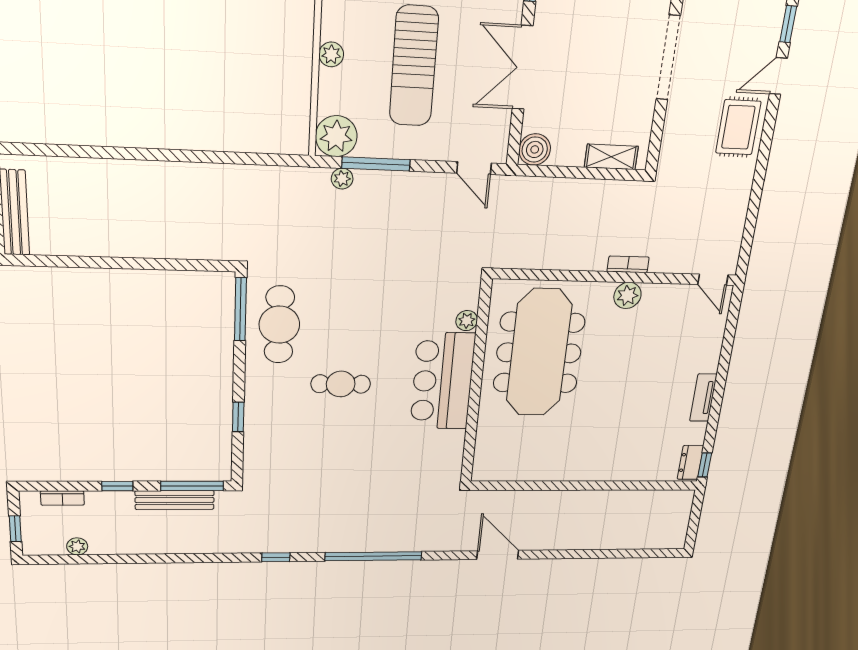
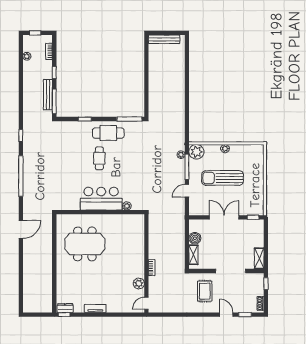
rug: (738, 127) -> (205, 291), moved, turned 90
boiler: (535, 149) -> (195, 238), moved
door: (474, 168) -> (187, 191), moved
plant: (627, 295) -> (139, 284), moved
cafe table: (279, 325) -> (108, 133), moved
meeting table: (539, 353) -> (85, 244), moved, width x0.73

